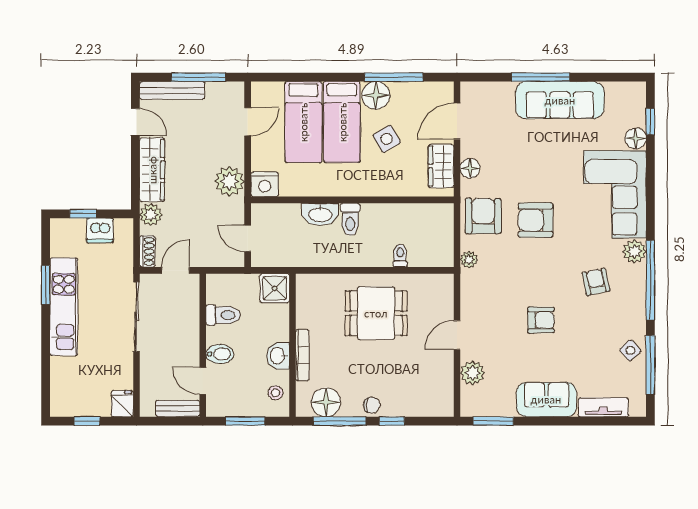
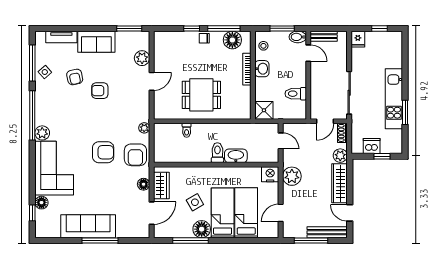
armchair: (596, 282) -> (75, 77), moved
bidet: (220, 354) -> (298, 37), moved

